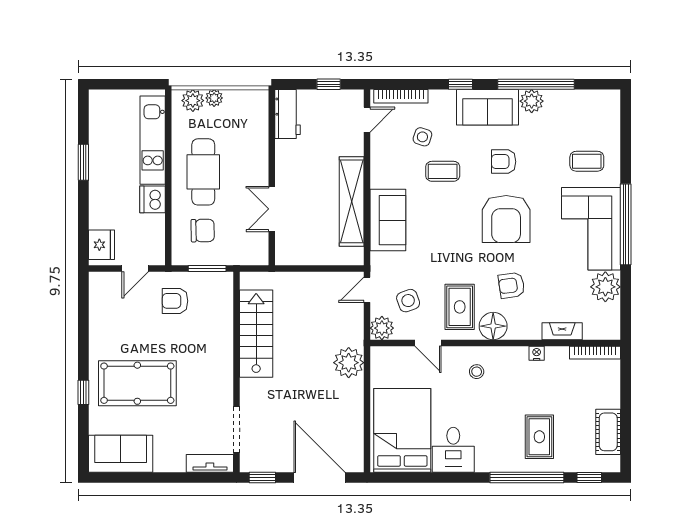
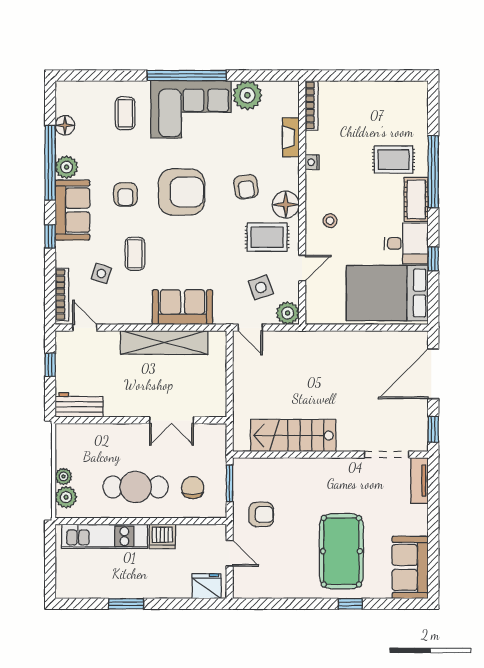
floor lamp: (574, 99) -> (65, 125), added
armchair: (175, 301) -> (261, 514), turned -90
plant: (349, 363) -> (321, 345), removed
cot: (608, 432) -> (416, 199), moved, turned 90
window: (589, 477) -> (433, 259), moved

